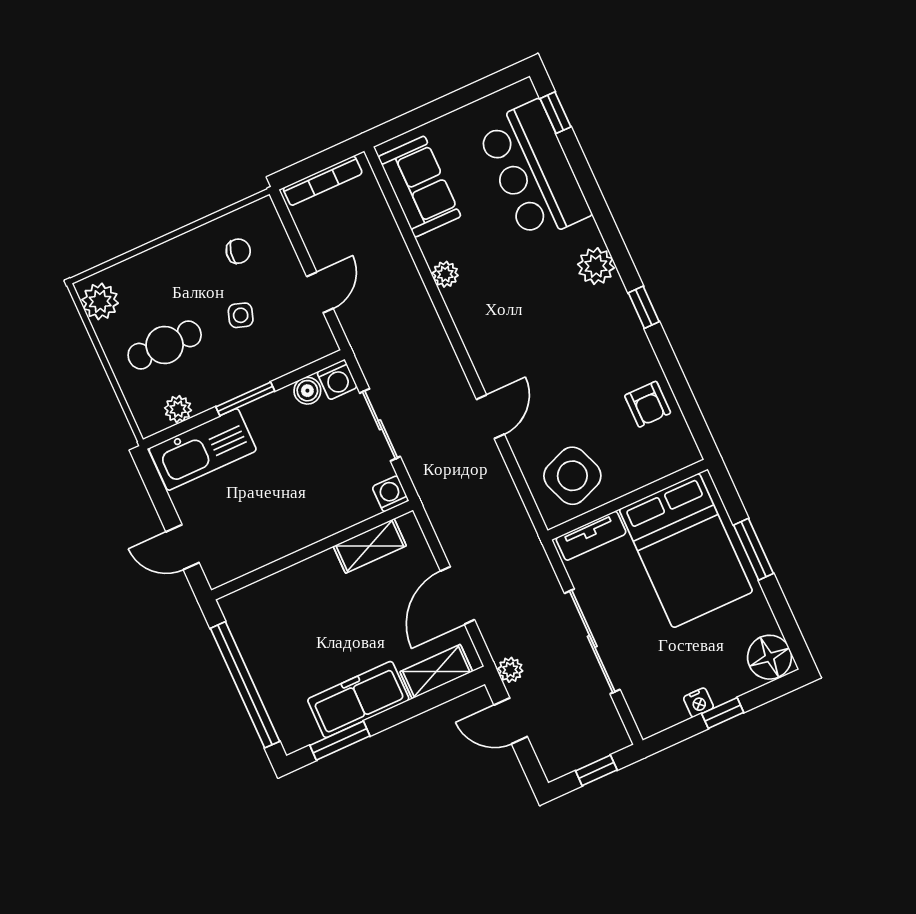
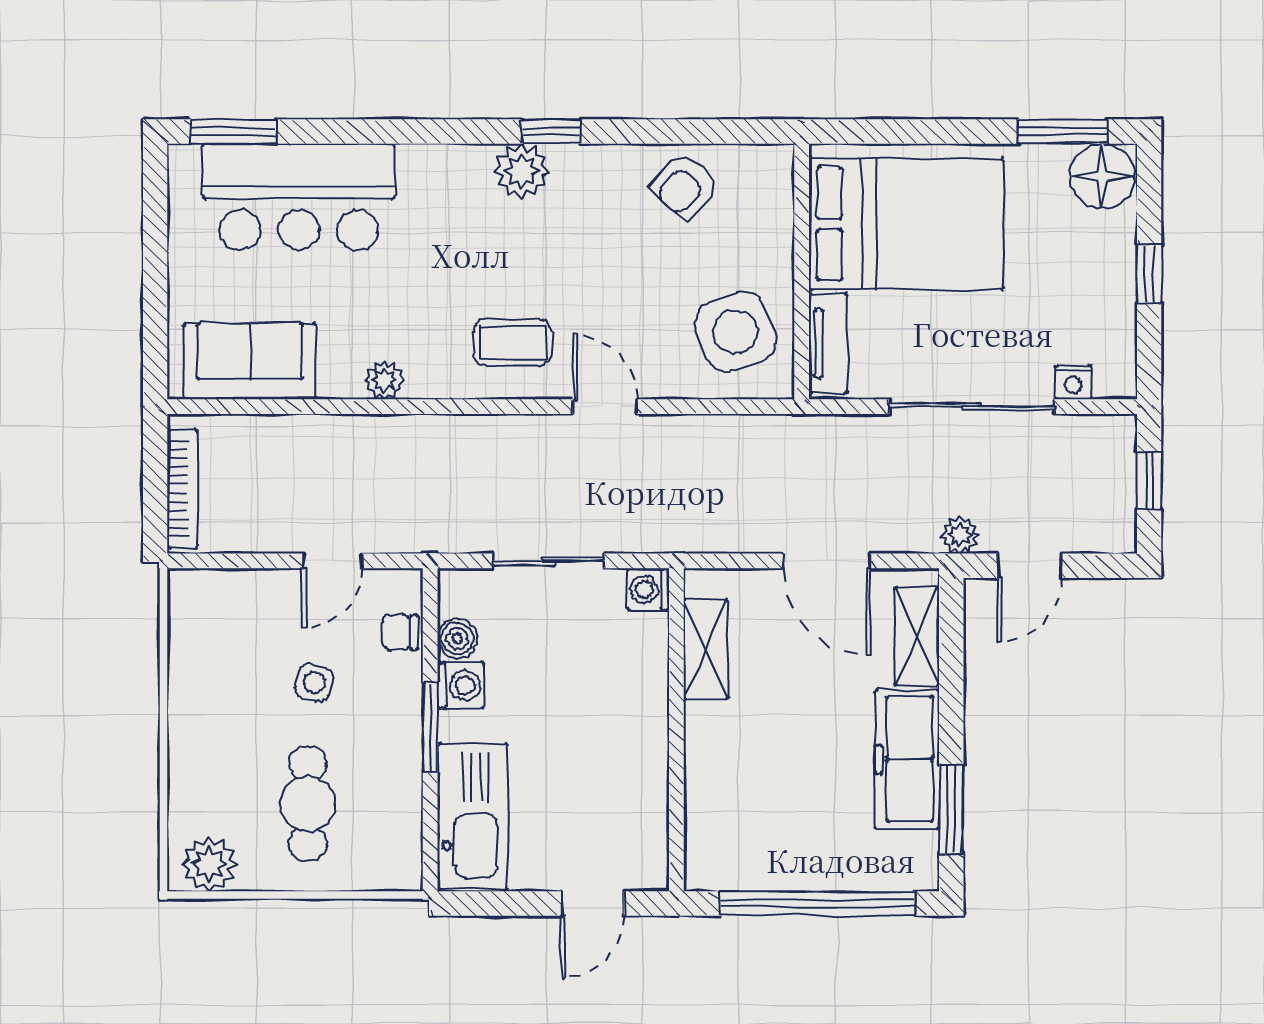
window: (555, 113) -> (233, 132), width x1.50
chair: (238, 251) -> (400, 632), moved, turned -101
plant: (596, 266) -> (522, 171), moved
door: (320, 292) -> (332, 561), swing flipped
coffee table: (504, 342) -> (513, 343), added
washing machine: (337, 380) -> (461, 685), moved
armchair: (648, 404) -> (685, 186), turned 132
plant: (178, 409) -> (403, 825), removed
window: (754, 549) -> (1062, 132), moved
nightstand: (698, 702) -> (1073, 382), moved, turned 90

